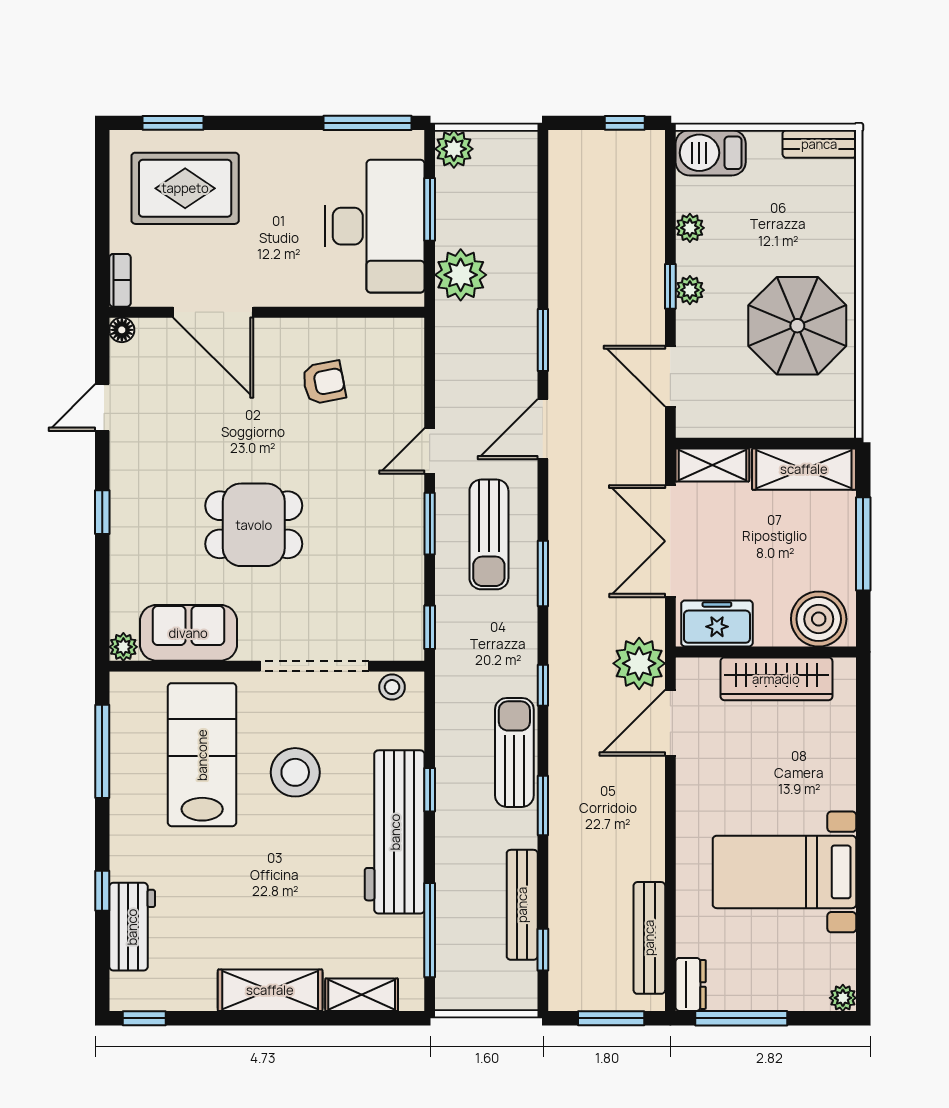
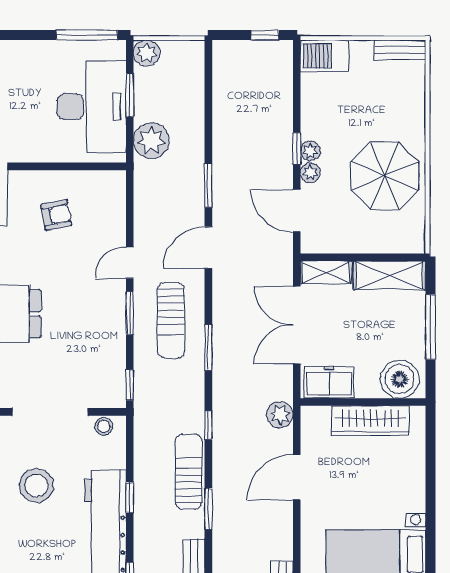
plant: (690, 228) -> (310, 173), moved
plant: (639, 663) -> (280, 415), width x0.73, depth x0.73
door: (670, 723) -> (297, 477), moved

